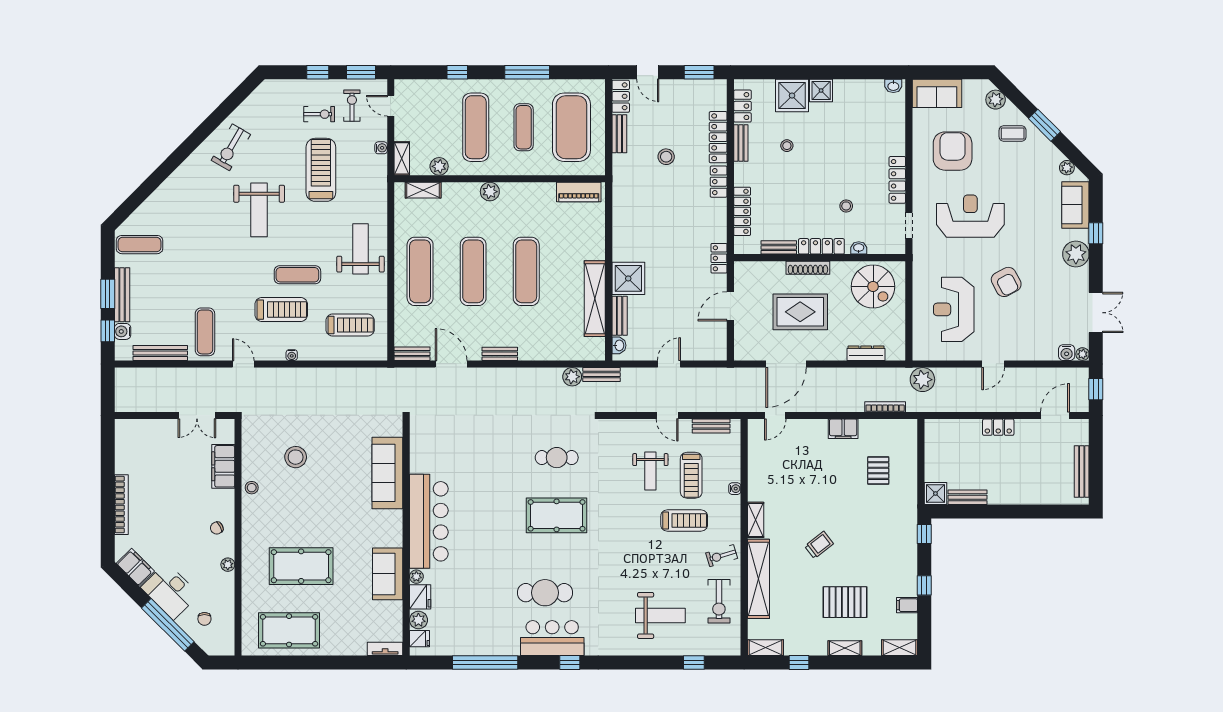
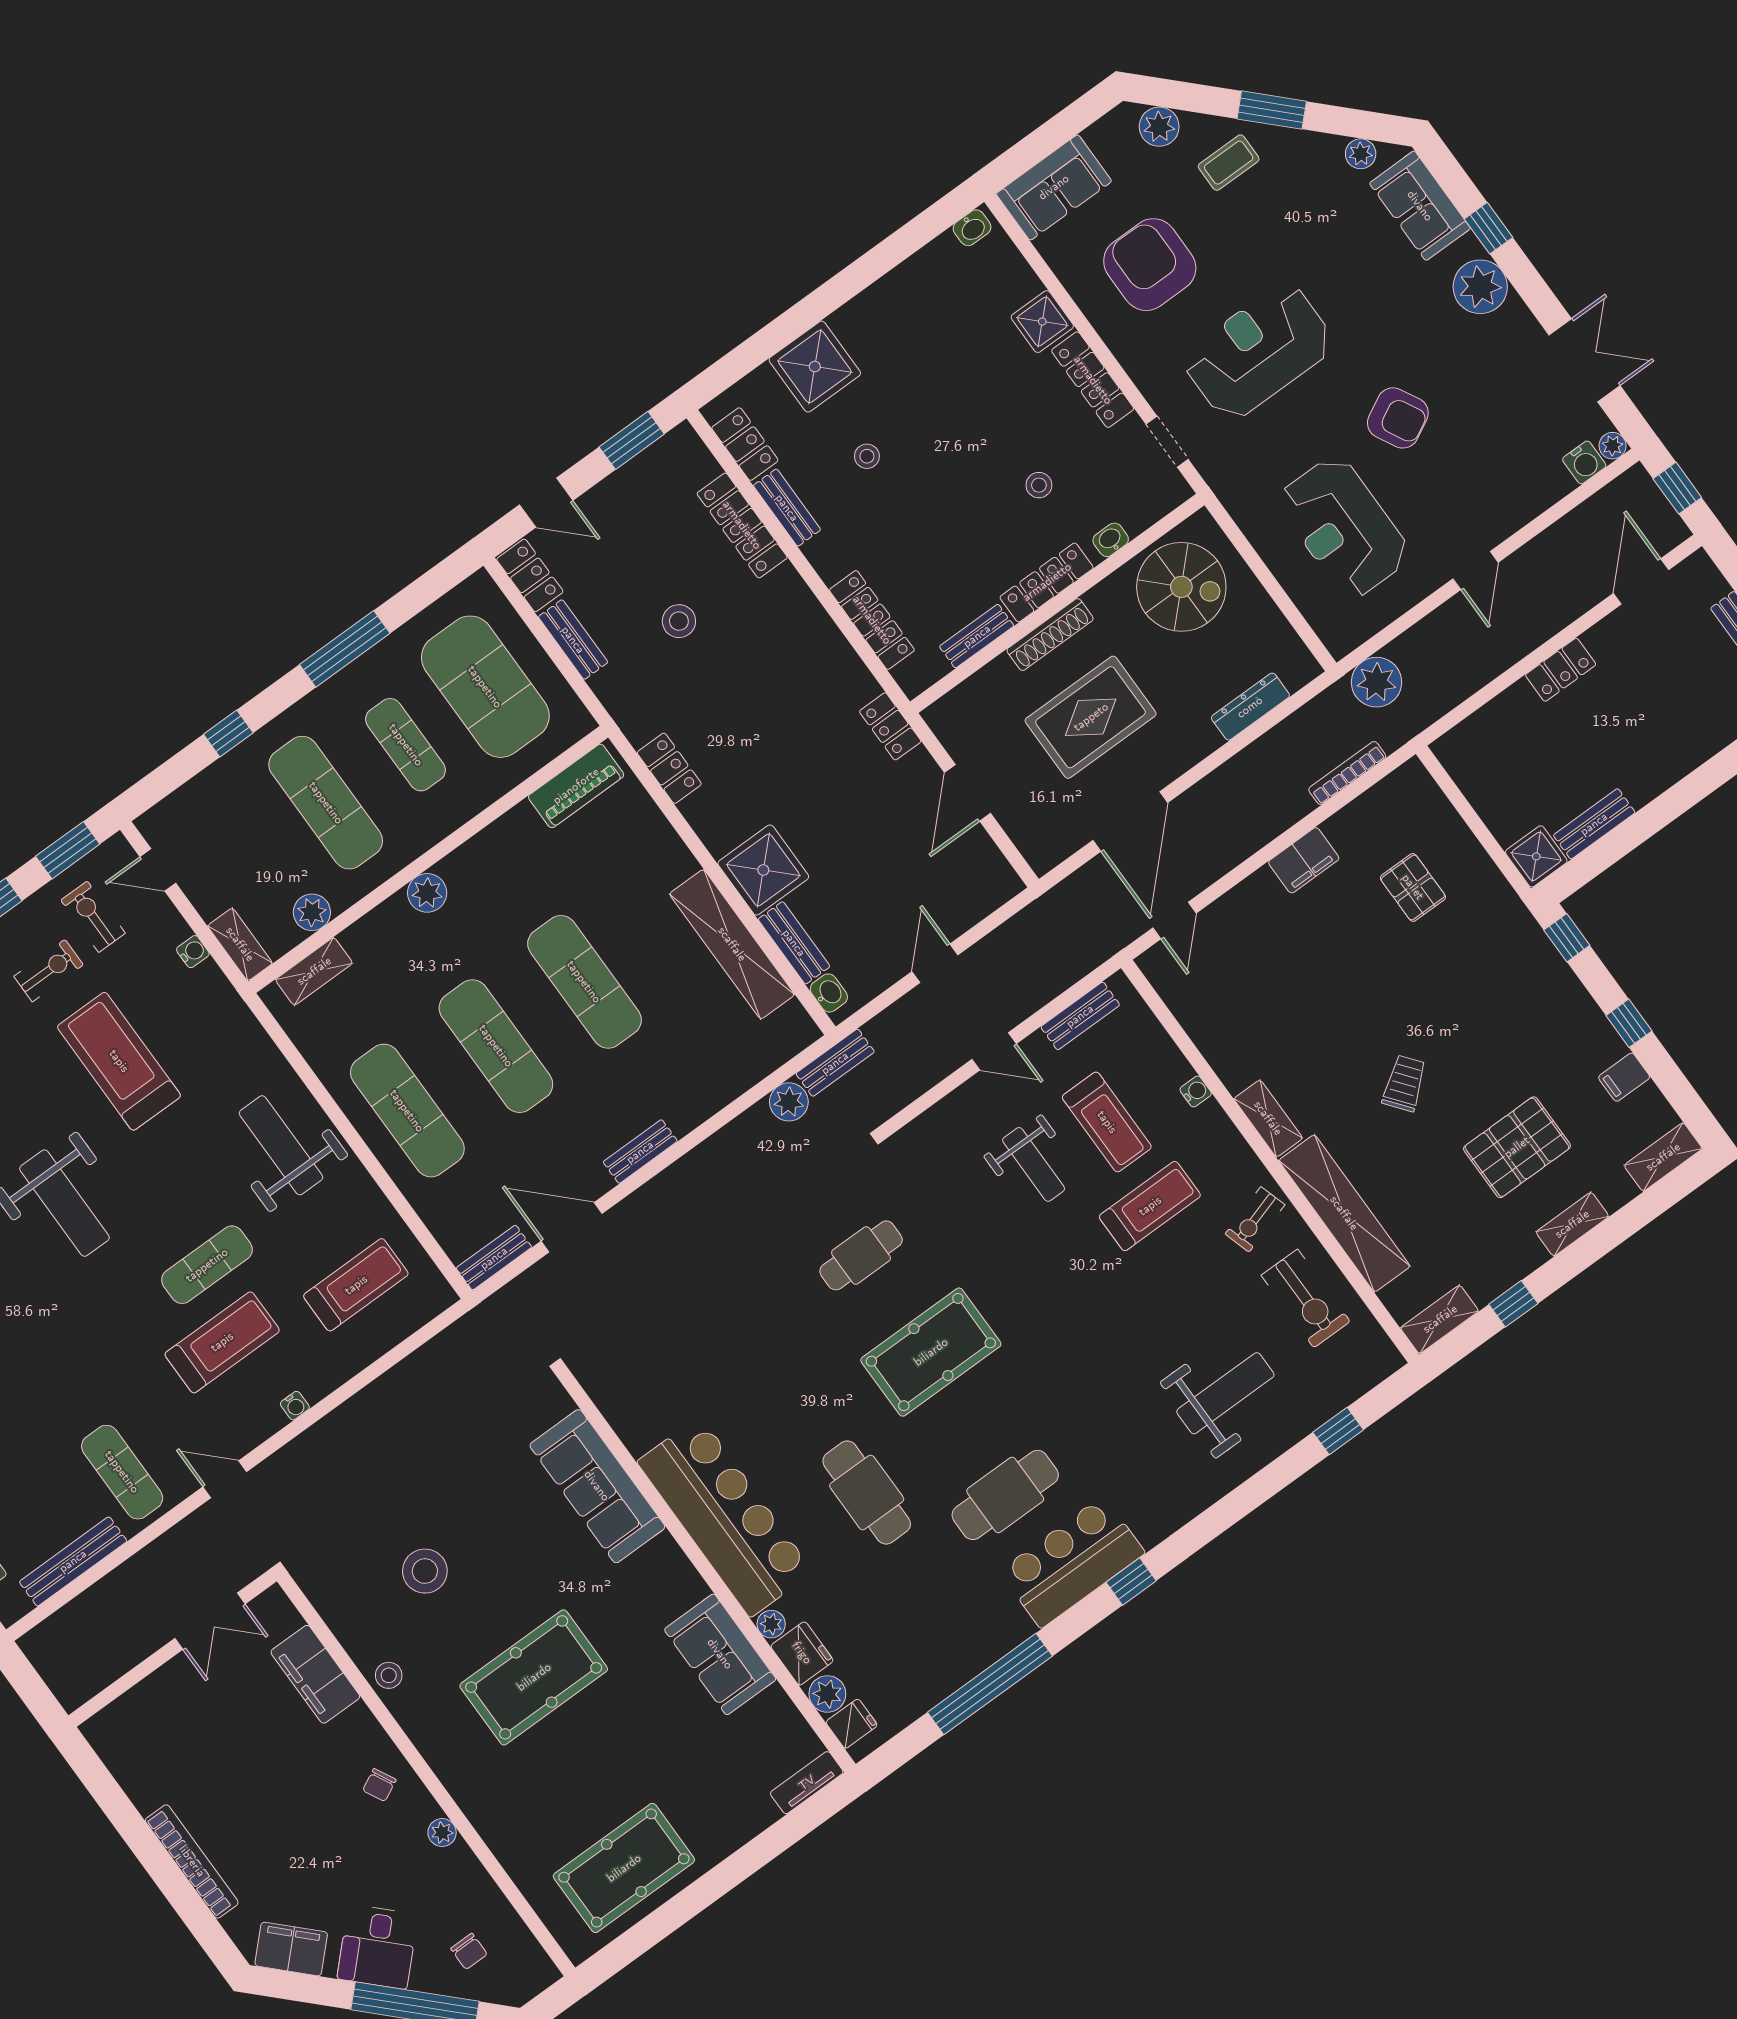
shower: (821, 91) -> (1042, 322), moved
locker: (719, 182) -> (669, 768), moved, turned 180
cafe table: (491, 552) -> (867, 1492), added
pool table: (301, 566) -> (534, 1677), moved
desk: (170, 591) -> (378, 1947), width x0.73

